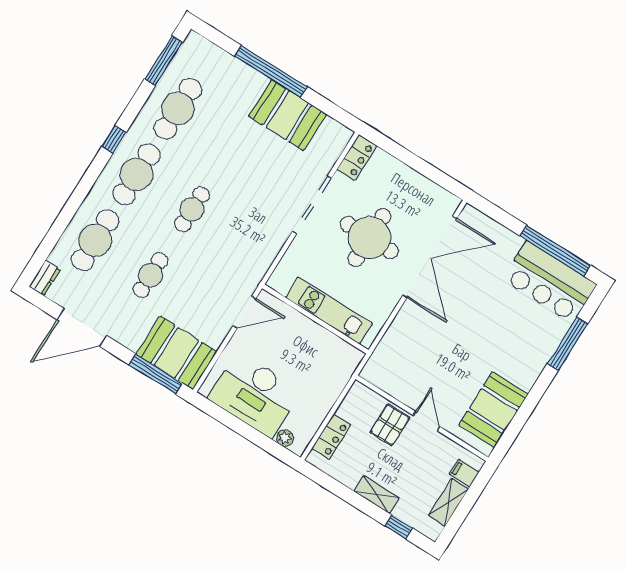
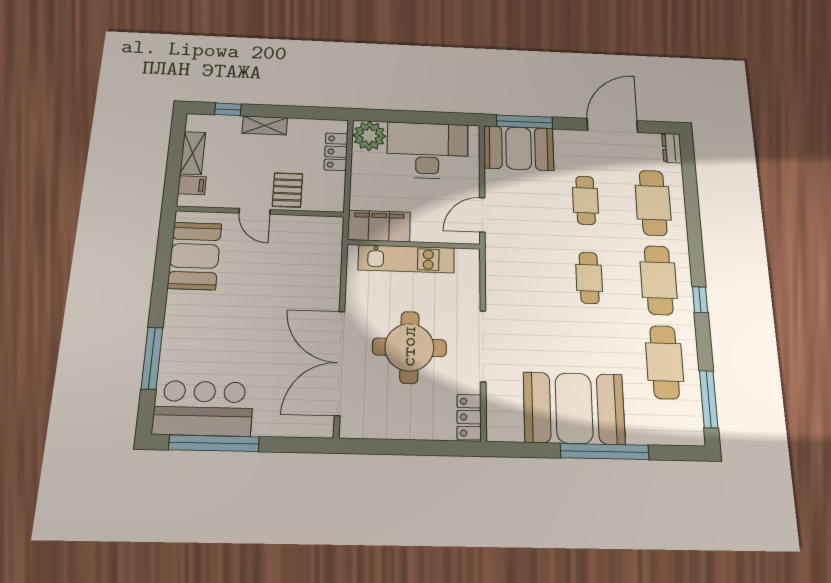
booth: (287, 115) -> (574, 408), width x1.36, depth x1.42
filing cabinet: (334, 351) -> (379, 226), added
plant: (285, 438) -> (369, 136), width x1.87, depth x1.87

